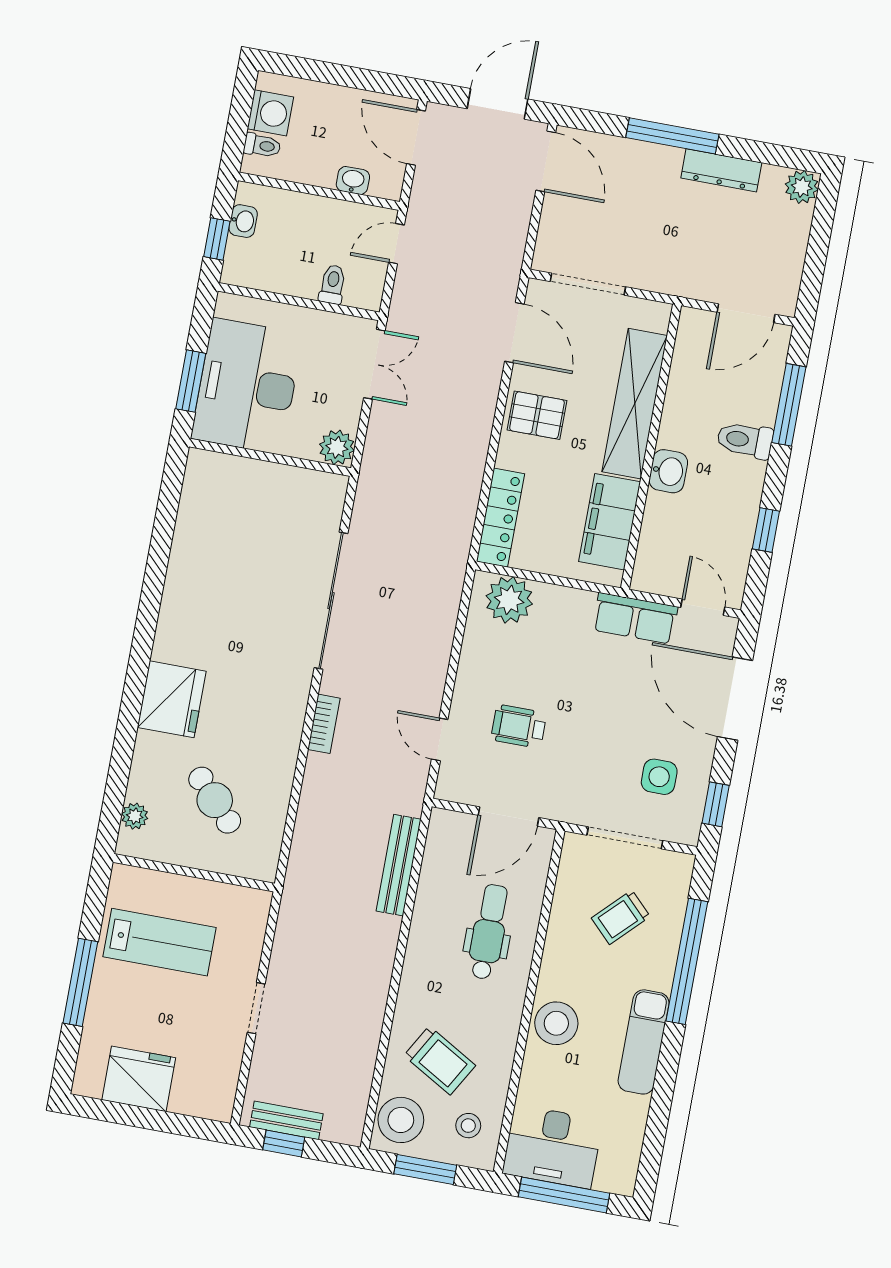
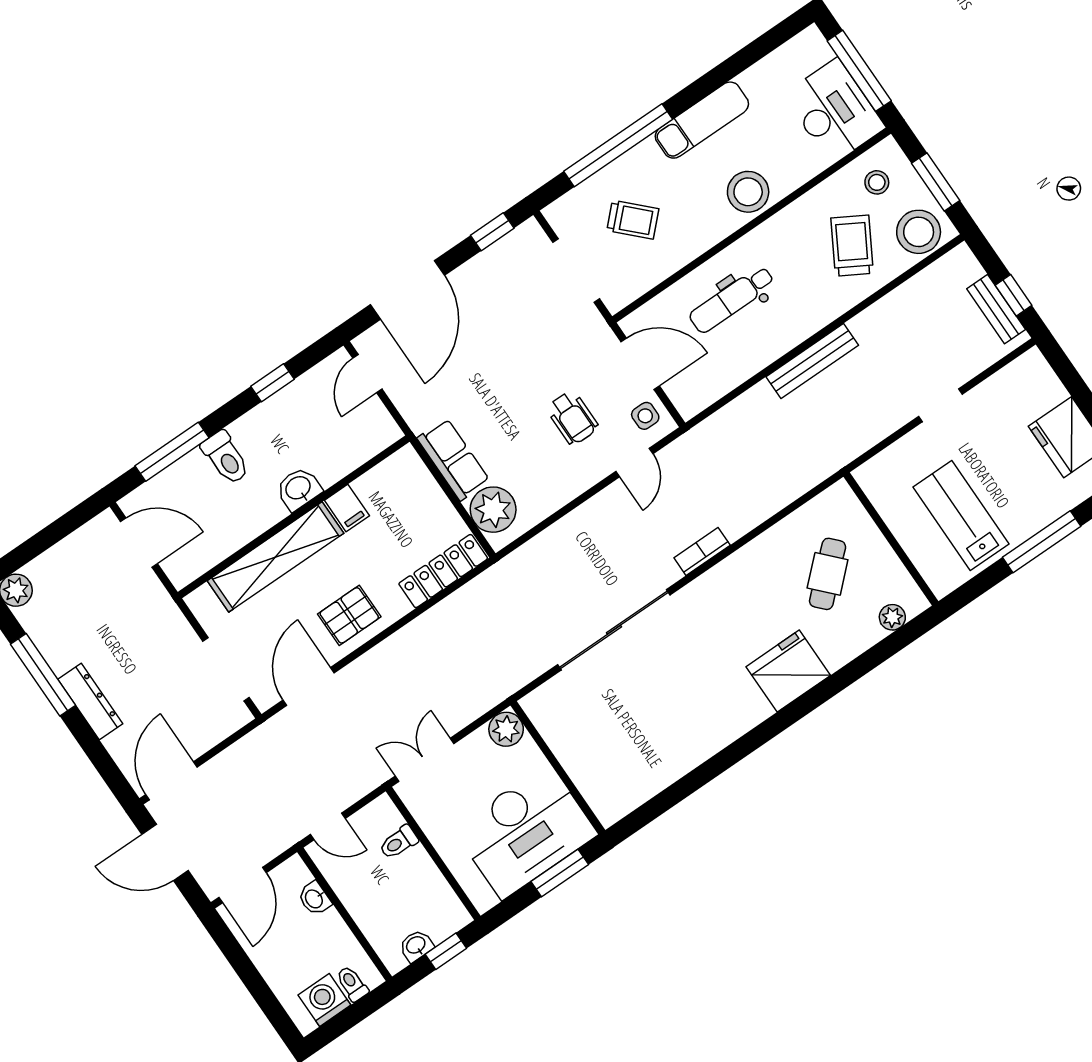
window: (672, 136) -> (43, 675), moved
dresser: (721, 170) -> (90, 702), moved
pallet: (537, 415) -> (349, 615), turned 90
filing cabinet: (610, 522) -> (347, 508), width x0.33, depth x0.86
row of seats: (635, 618) -> (453, 459), moved
side table: (659, 777) -> (645, 416), moved, width x0.73, depth x0.73
bench: (399, 865) -> (812, 361), moved

